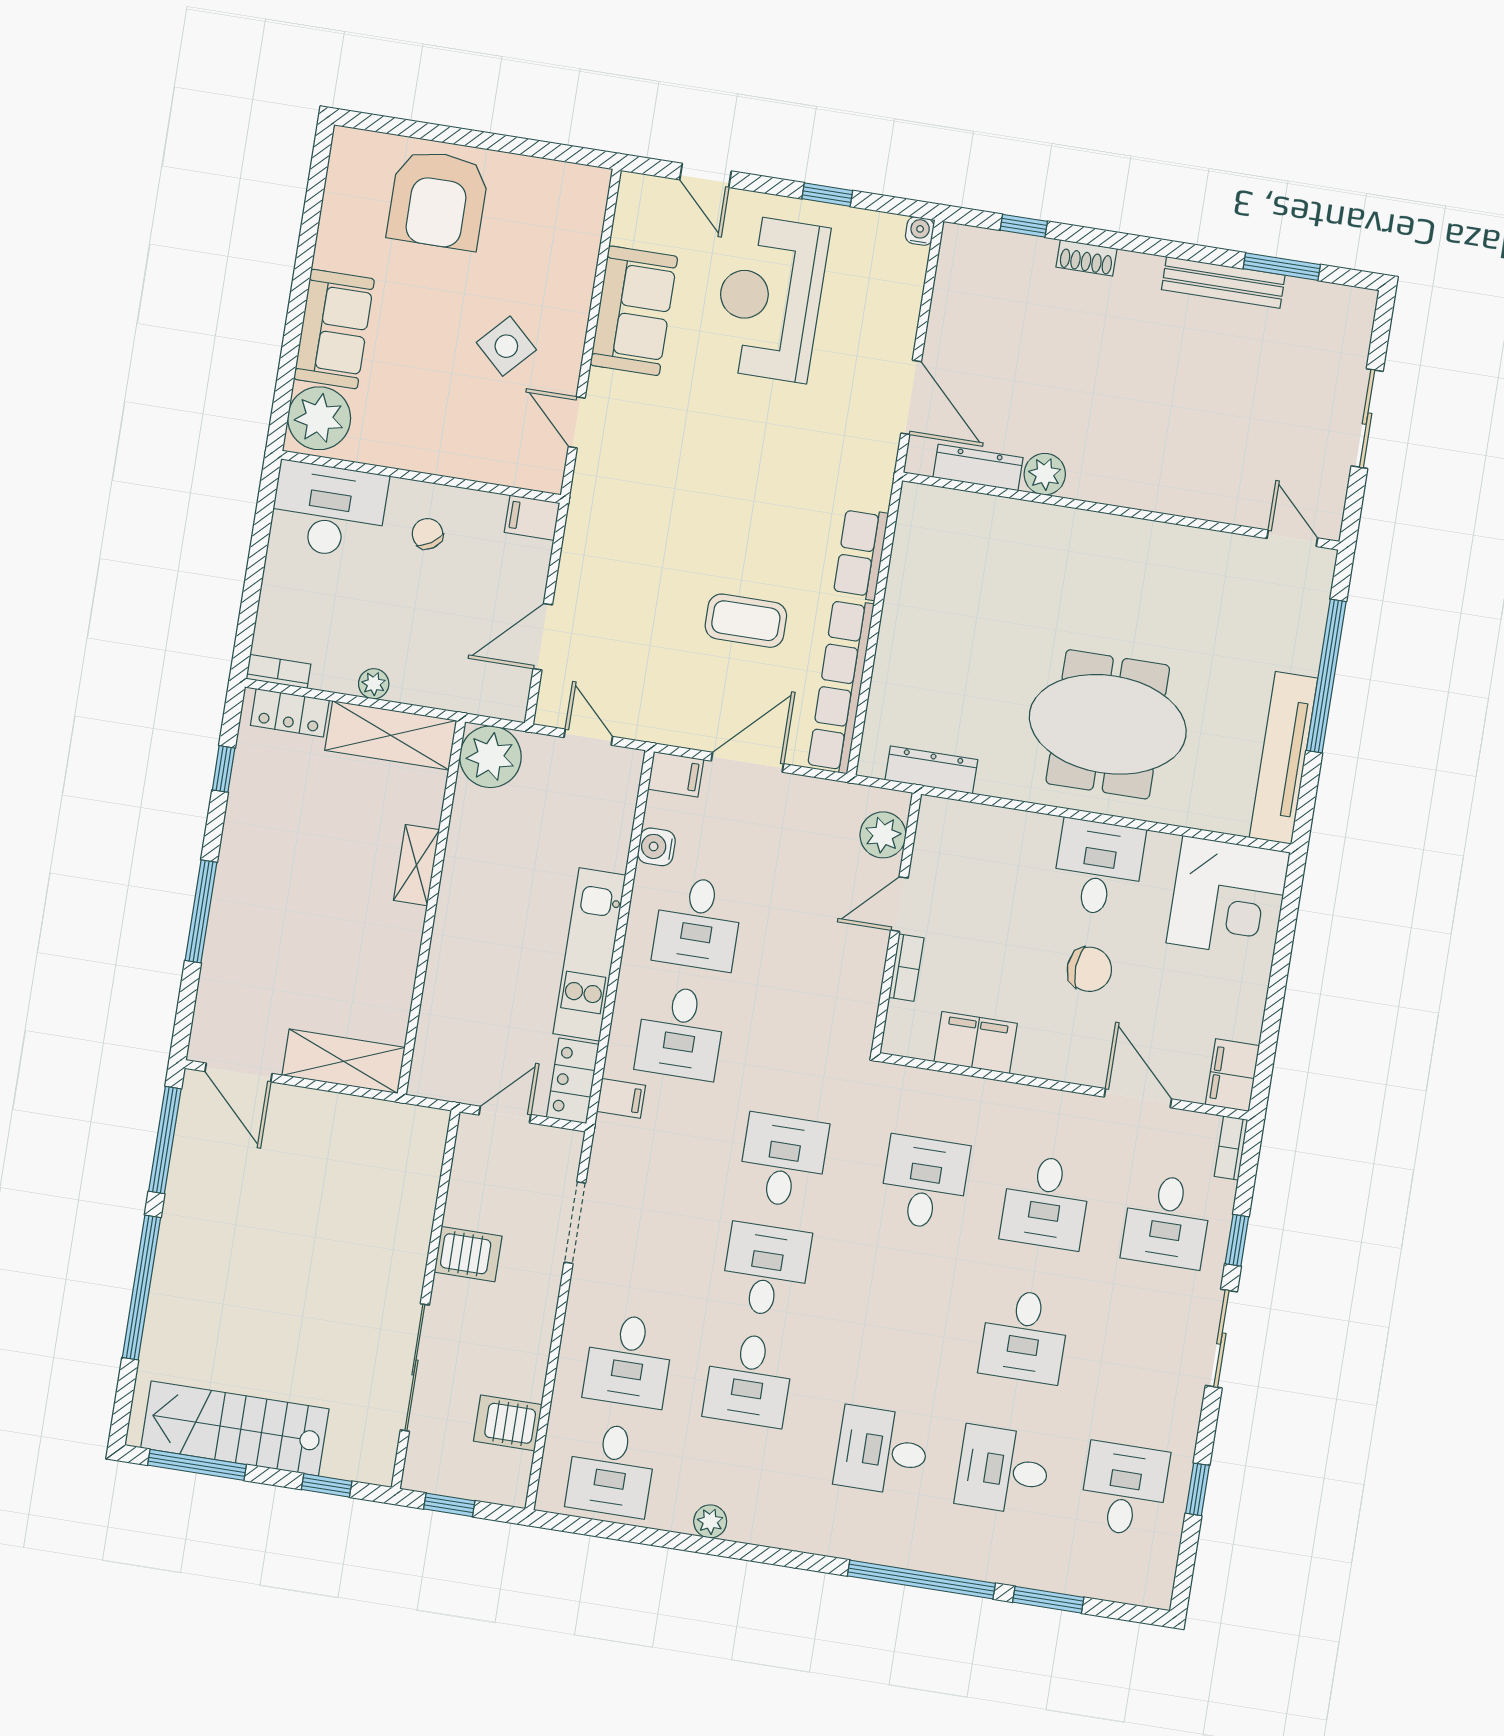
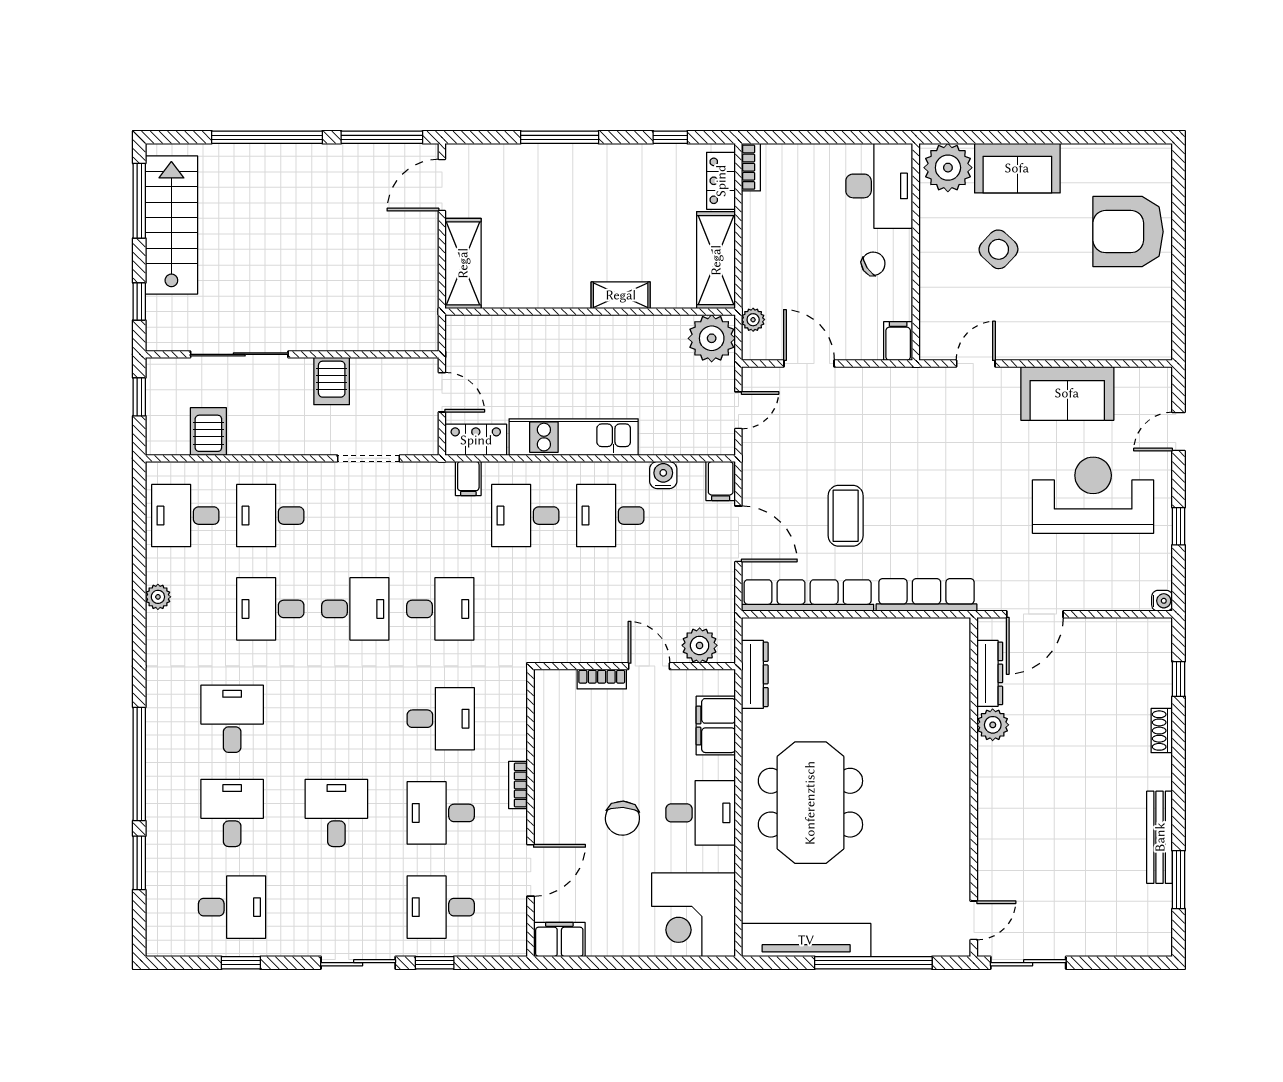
side table: (506, 346) -> (998, 249), moved
sliding door: (1367, 419) -> (1028, 963), moved
row of seats: (861, 554) -> (927, 595), width x1.48
plant: (374, 684) -> (753, 320), moved
filing cabinet: (976, 1043) -> (716, 726), moved, turned 180
bookcase: (1231, 1148) -> (518, 785), moved, turned -90
desk: (1024, 1336) -> (336, 813), turned 90

